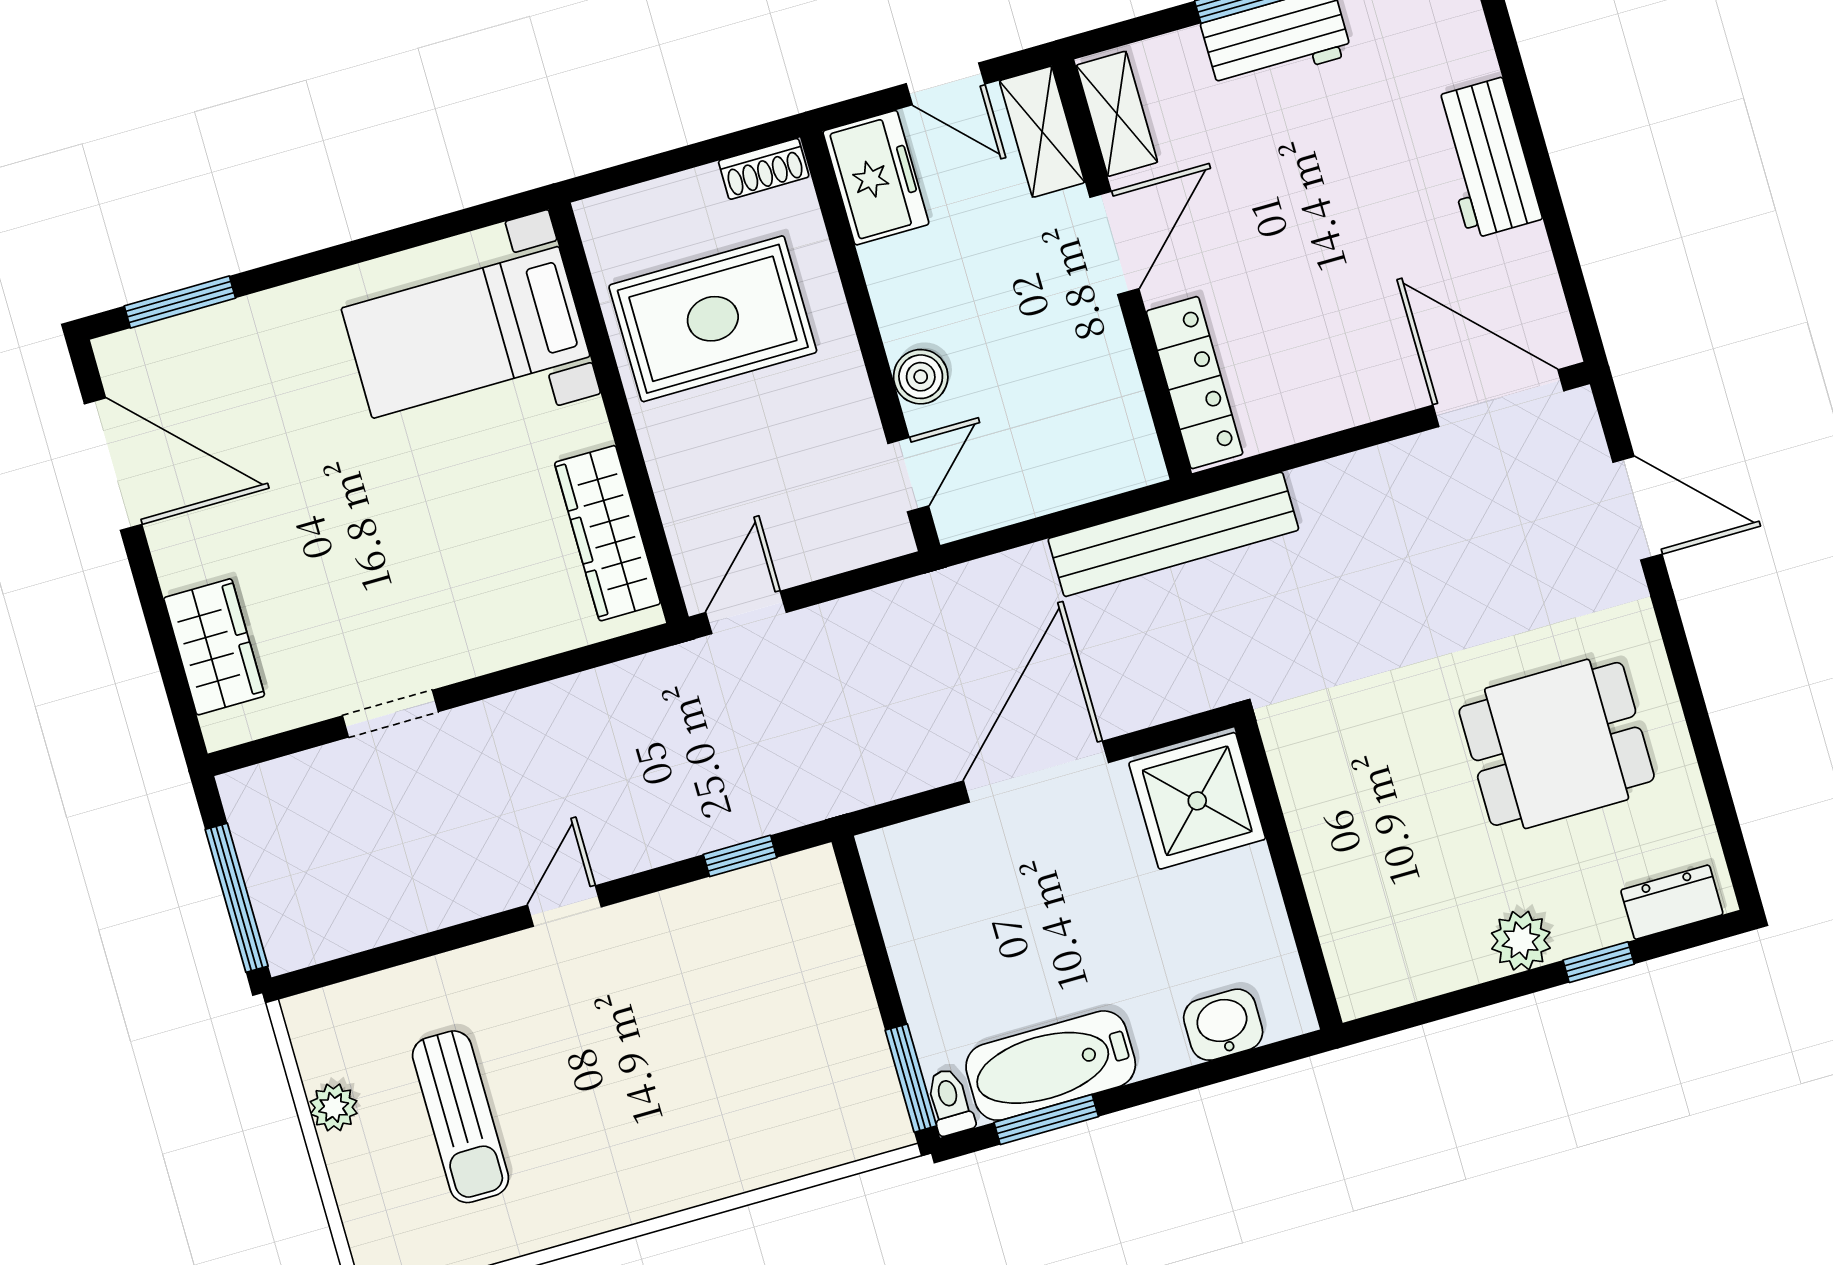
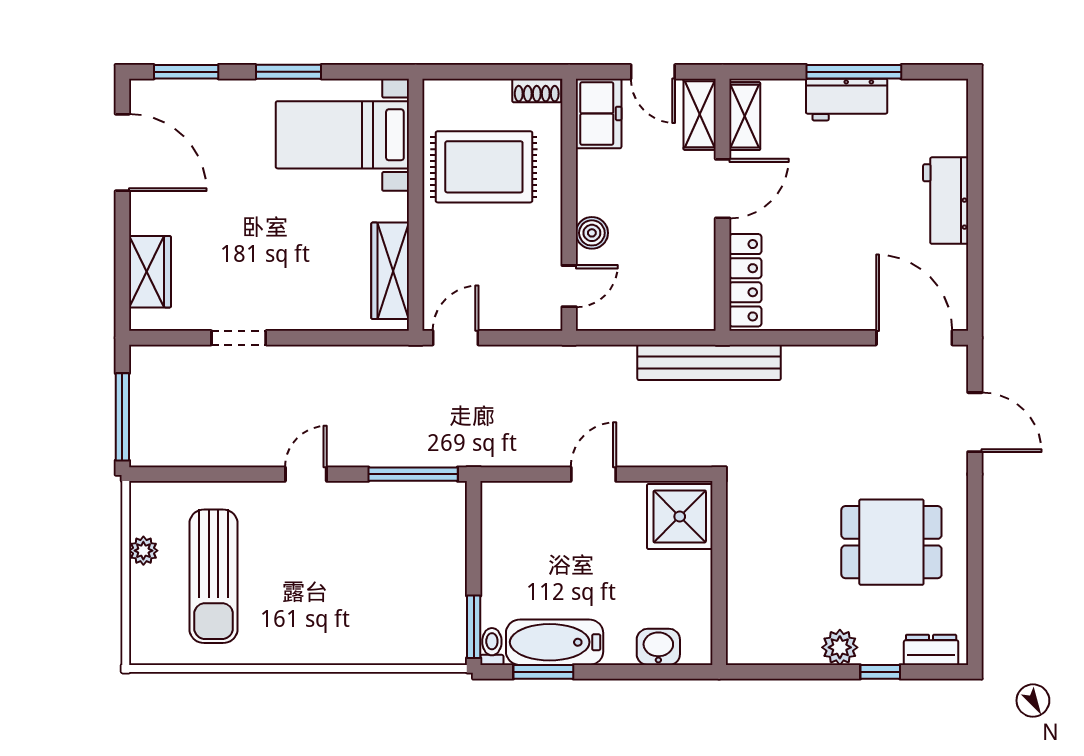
window: (348, 254) -> (288, 72), added
door: (1036, 772) -> (593, 474), width x0.53
window: (740, 856) -> (413, 474), width x2.17
sun lounger: (461, 1117) -> (214, 576), width x1.36, depth x1.34

